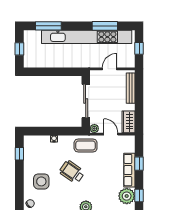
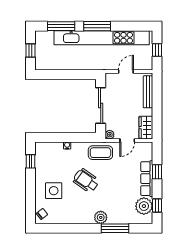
window: (105, 26) -> (97, 26), moved
door: (111, 134) -> (127, 141), swing flipped

